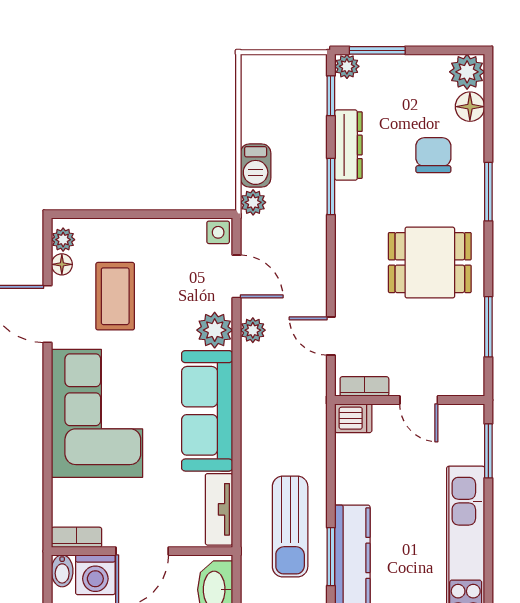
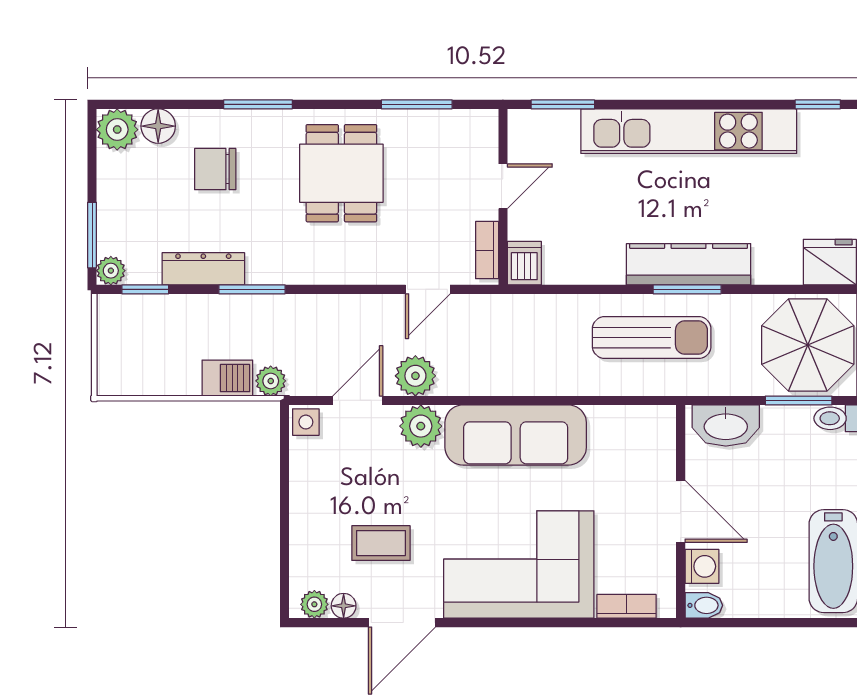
coffee table: (115, 296) -> (381, 543), width x0.73, depth x0.77
plant: (253, 330) -> (415, 376), width x1.38, depth x1.38
tv unit: (219, 509) -> (631, 421), removed
bookcase: (76, 537) -> (626, 606), moved, turned 90
washing machine: (95, 575) -> (702, 566), width x0.73, depth x0.73

